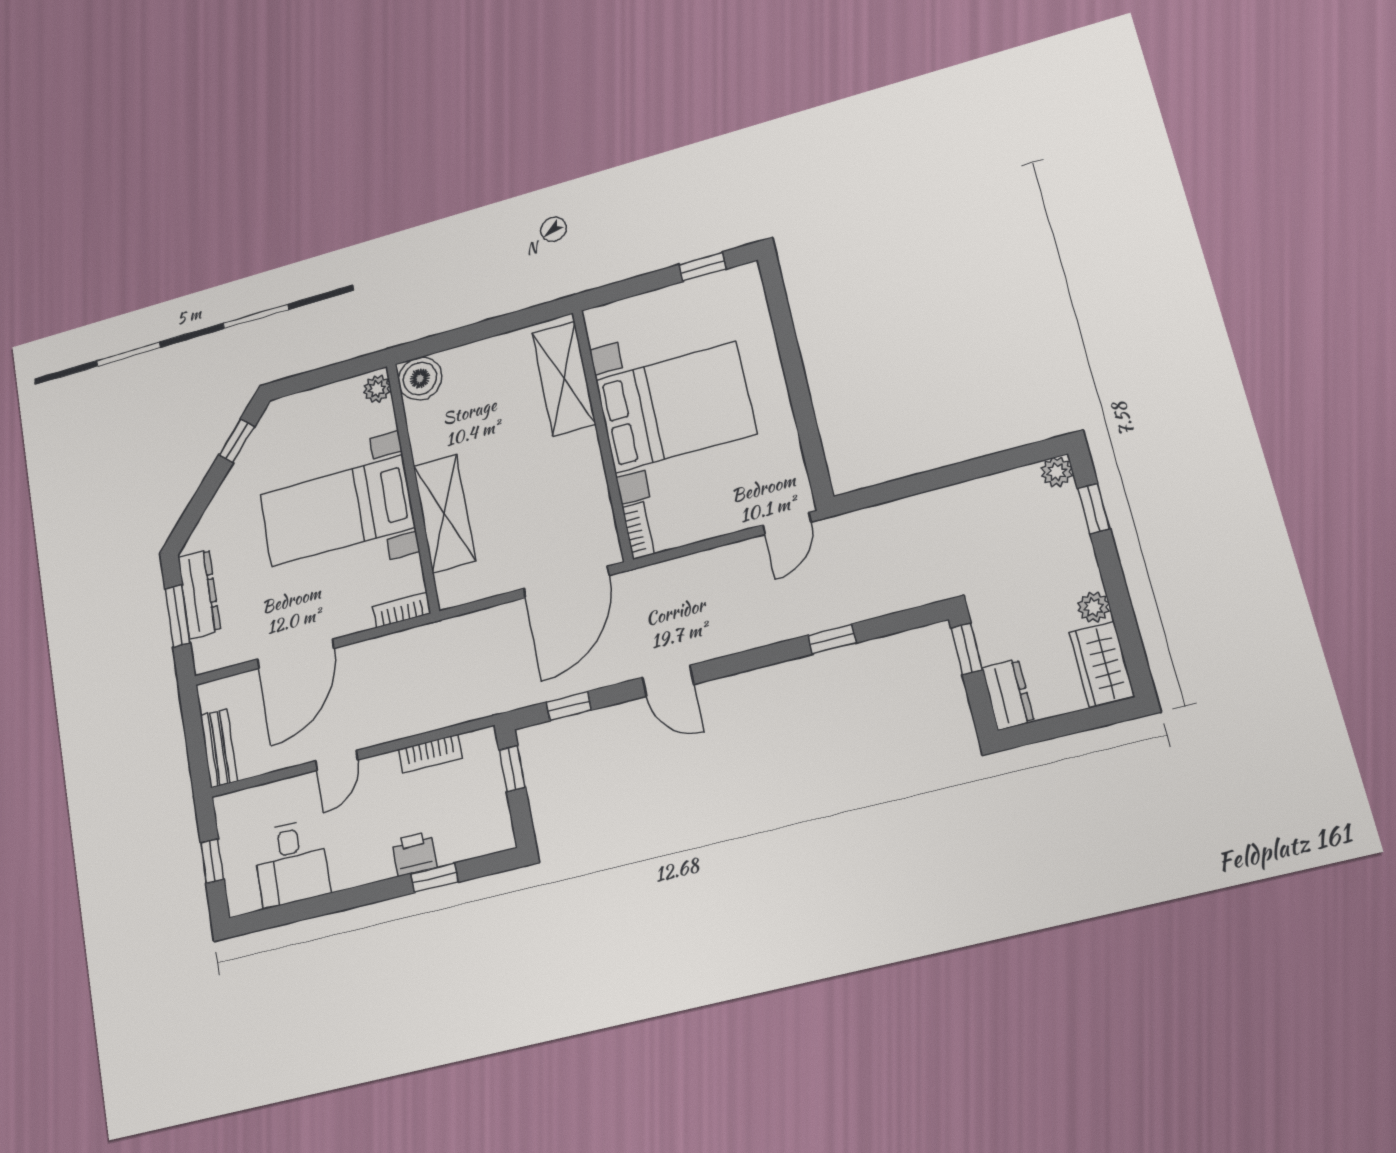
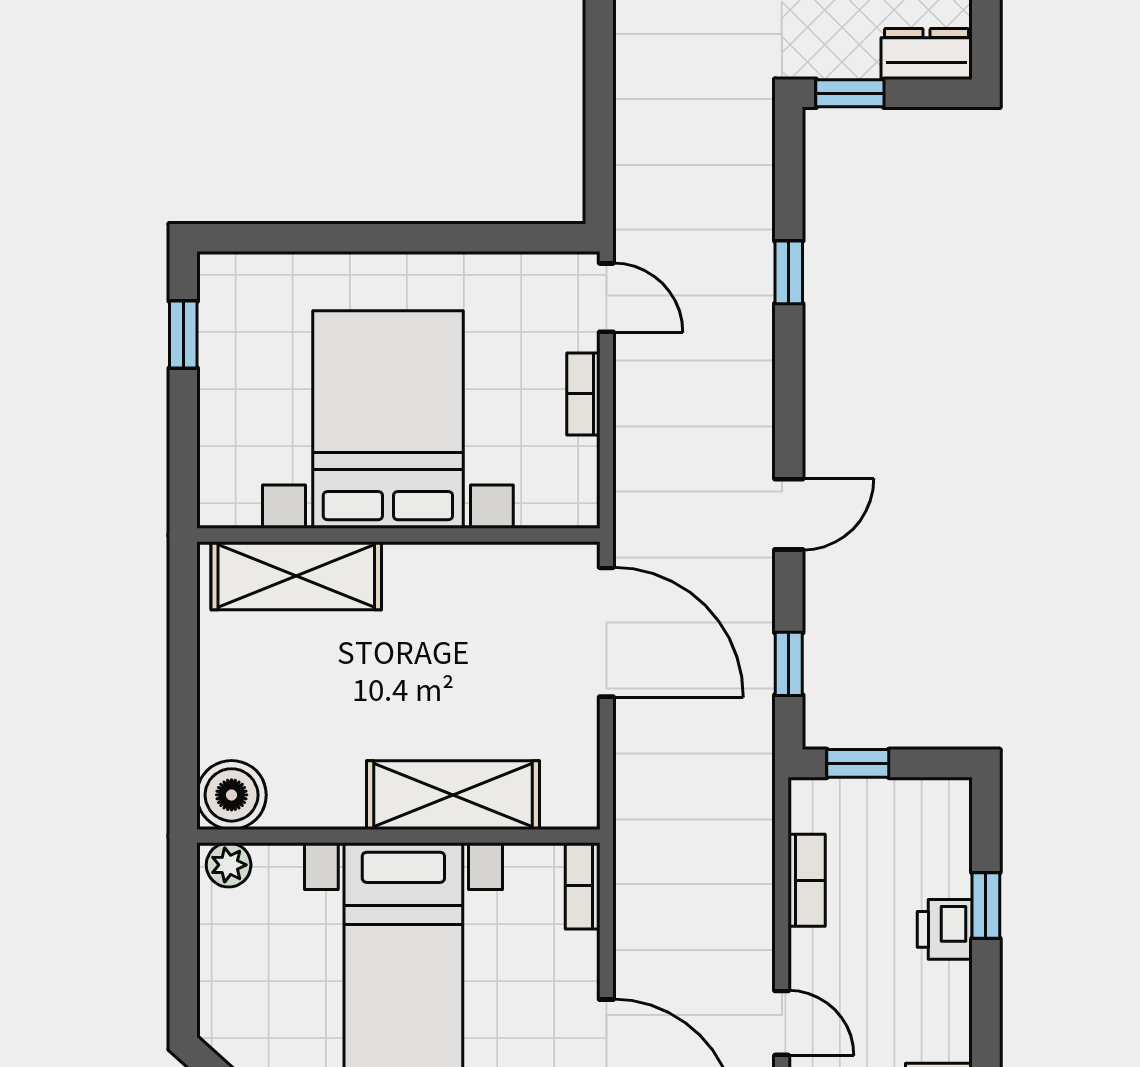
bookcase: (638, 531) -> (583, 394), moved, turned -90

